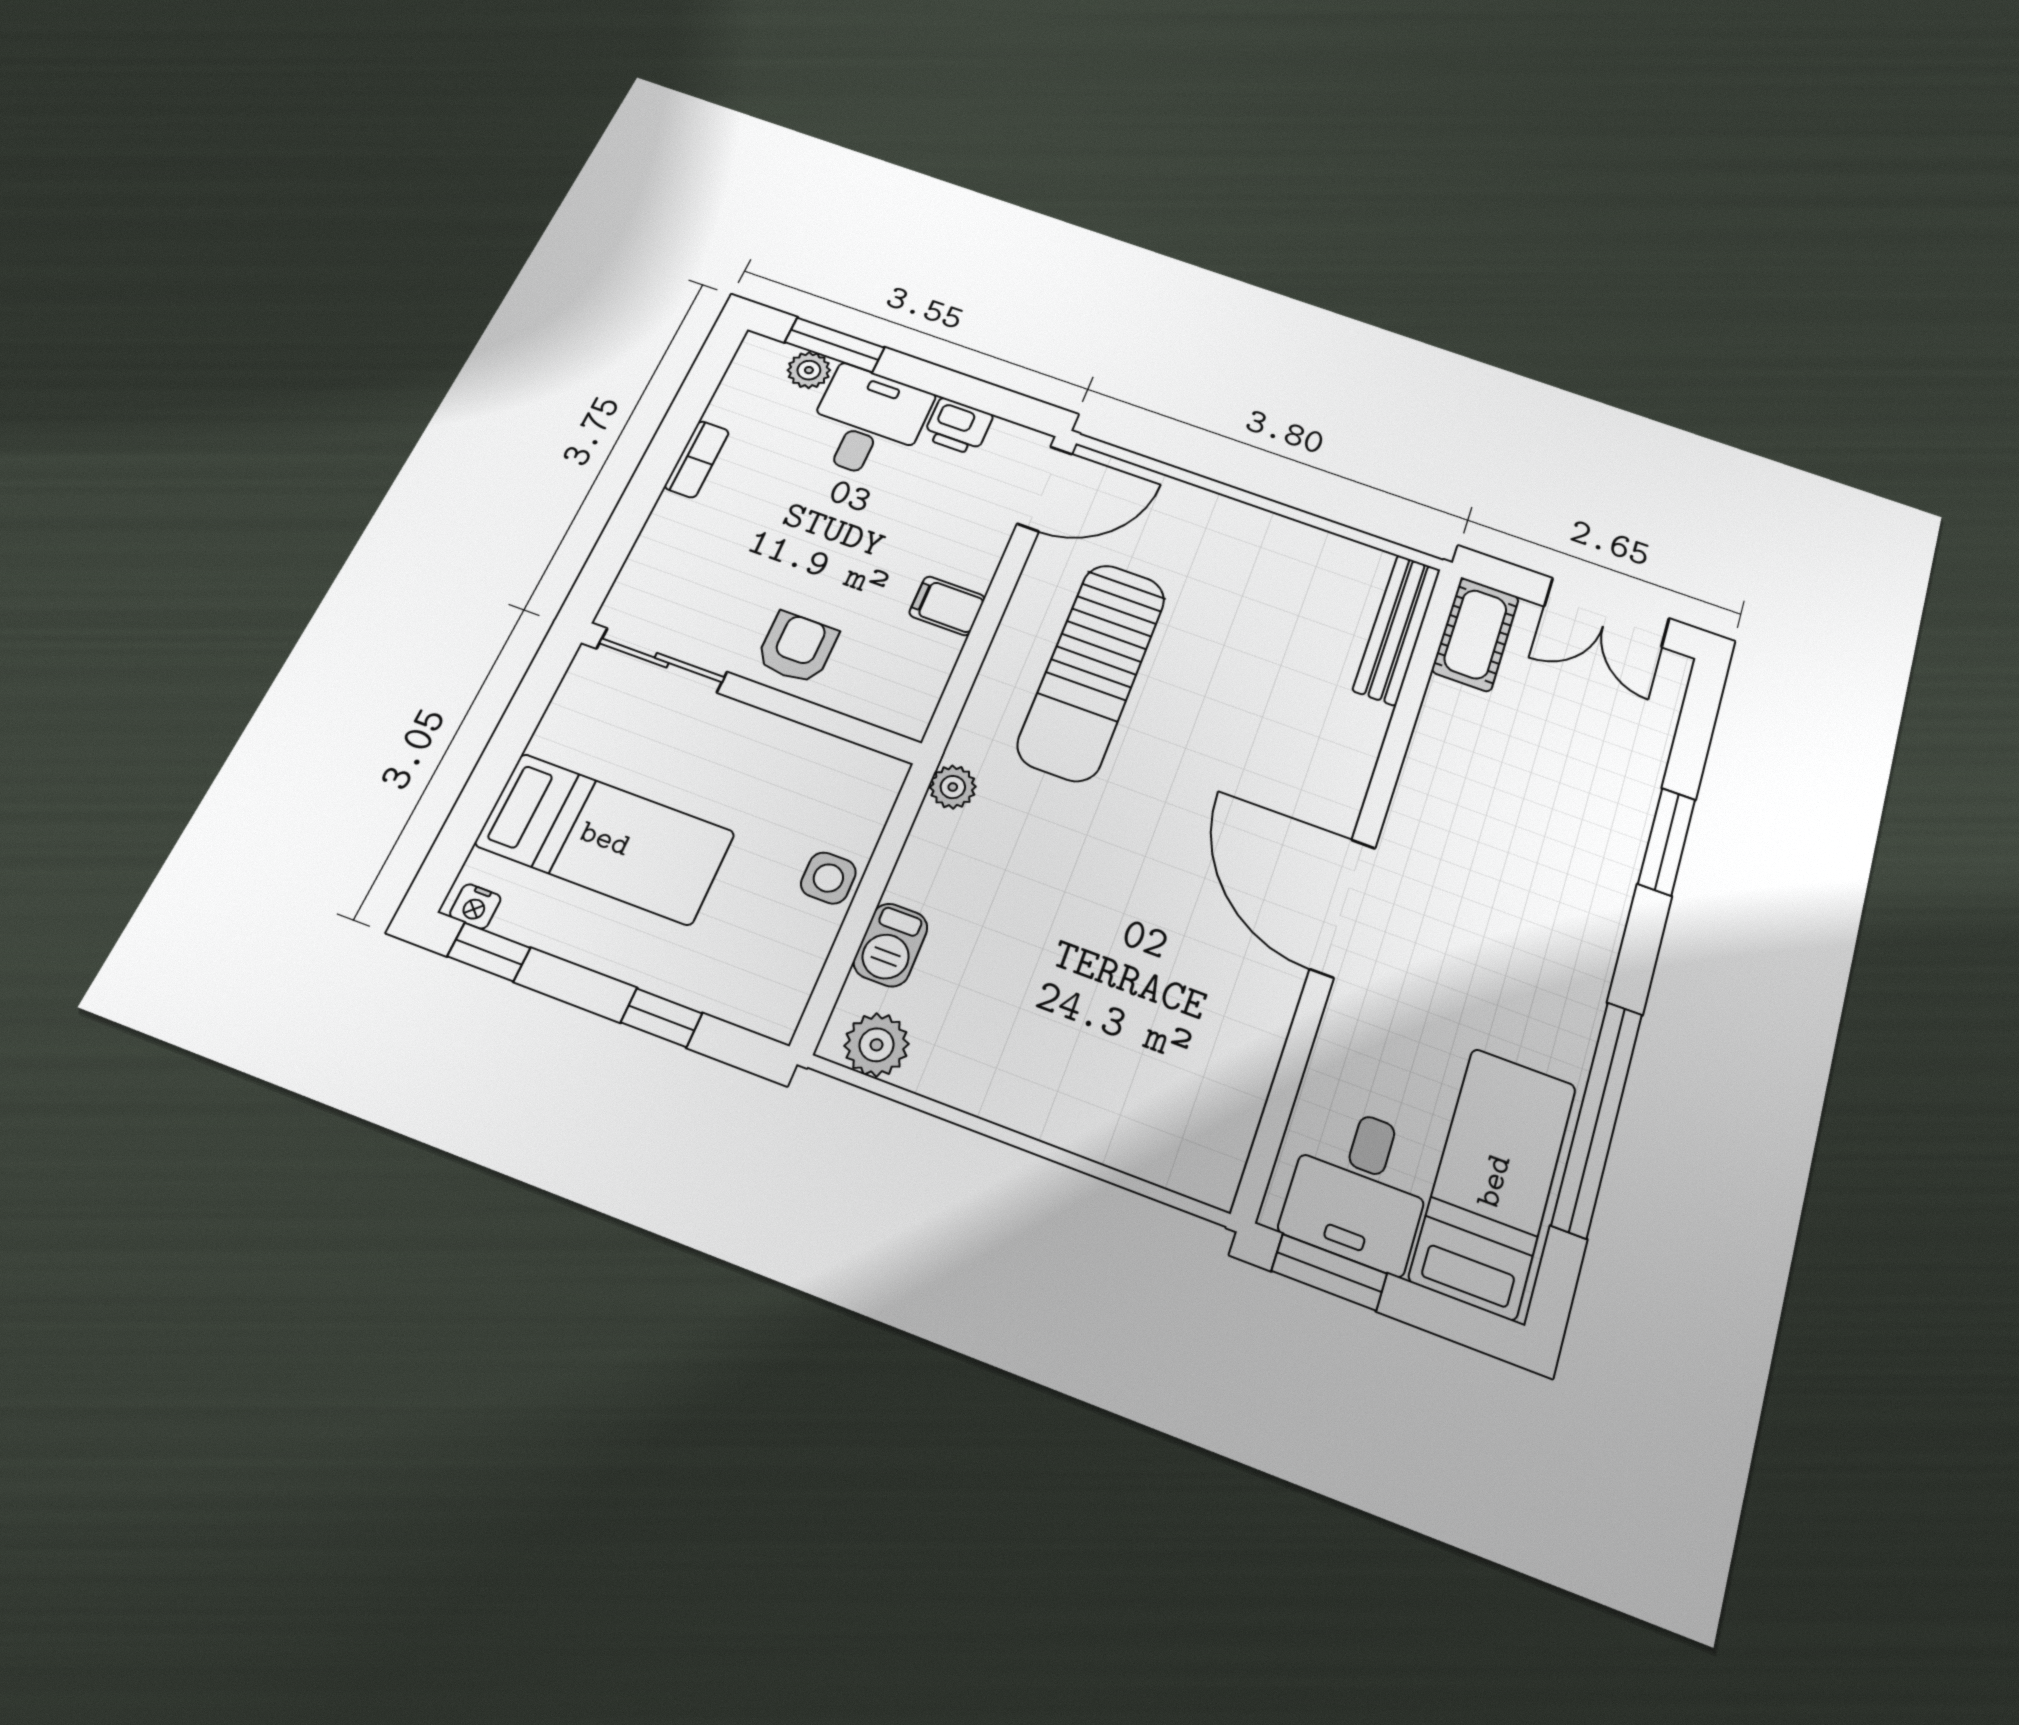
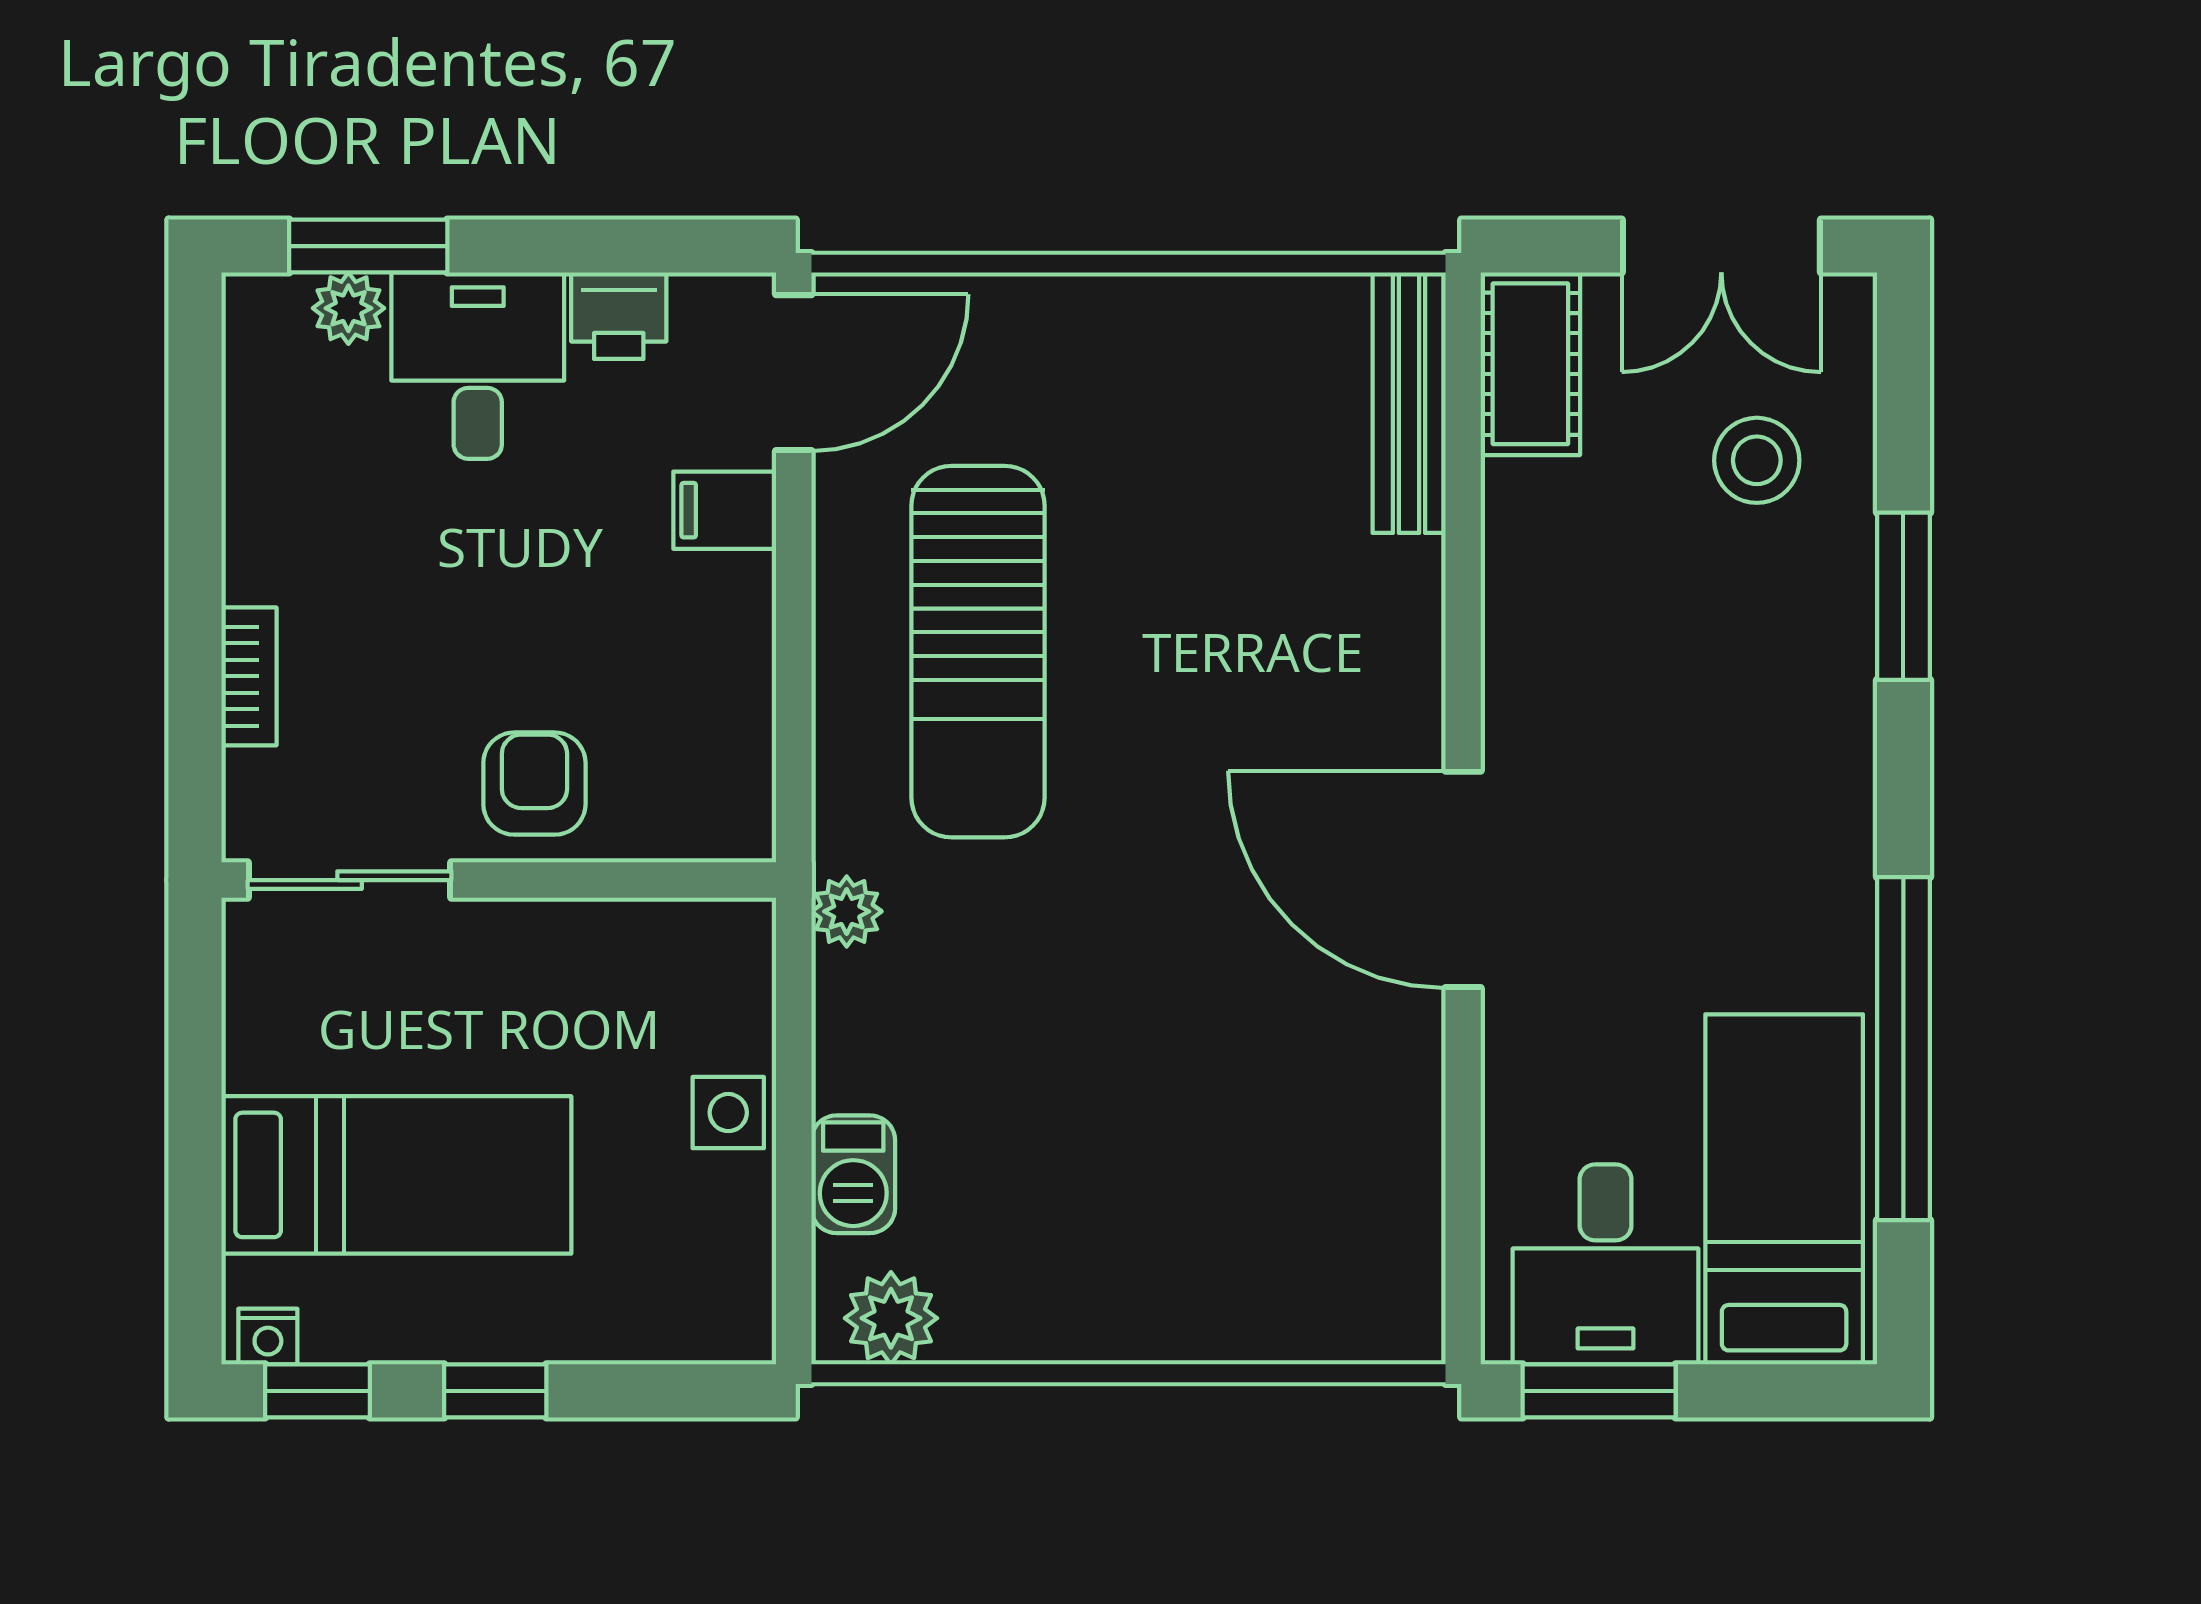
bookcase: (697, 459) -> (249, 676), moved
filing cabinet: (947, 606) -> (725, 510), moved
stool: (1596, 734) -> (1757, 460), added
window: (661, 1018) -> (495, 1391), moved

